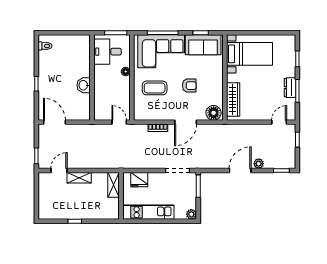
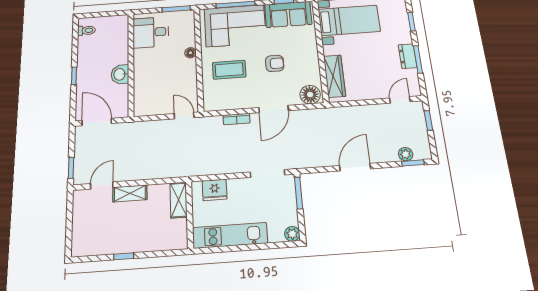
desk: (108, 52) -> (151, 32), moved
wall: (92, 77) -> (131, 64), moved
washbasin: (84, 85) -> (120, 74), moved
plant: (259, 164) -> (406, 154), moved

